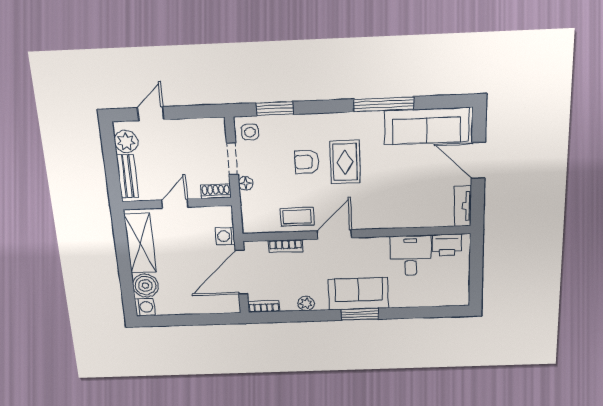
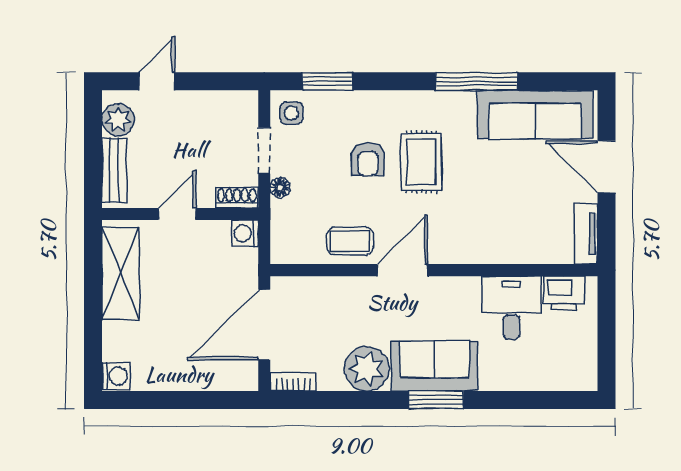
armchair: (307, 162) -> (368, 159), turned -90
washing machine: (225, 236) -> (245, 233), moved
bookcase: (286, 246) -> (331, 286), removed
boiler: (145, 286) -> (121, 341), removed
plant: (306, 304) -> (367, 369), width x1.88, depth x1.88

